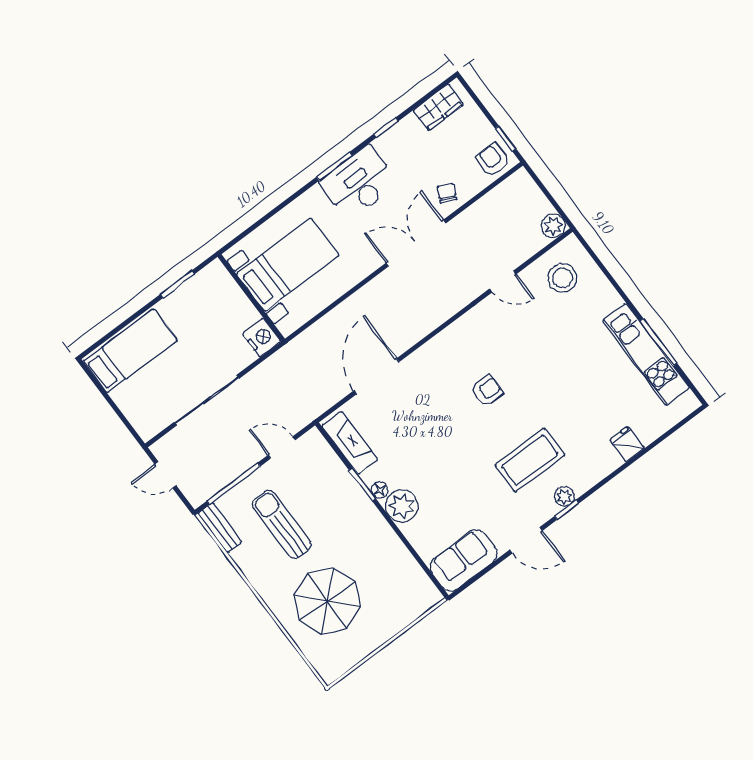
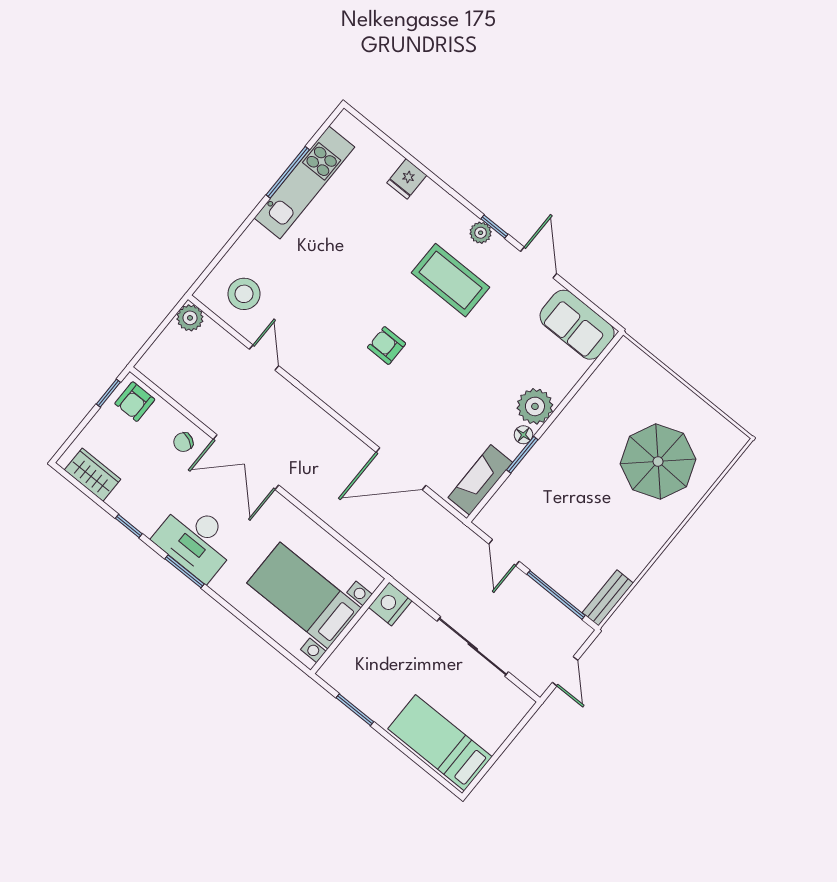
sun lounger: (282, 524) -> (587, 532), removed

